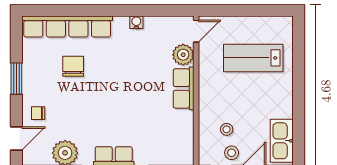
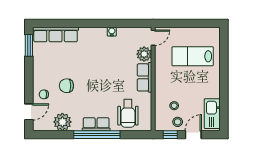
row of seats: (67, 27) -> (56, 35), width x0.73
chair: (73, 66) -> (66, 86), moved, turned -90
window: (16, 79) -> (29, 45), moved
wheelchair: (160, 141) -> (128, 113), added

